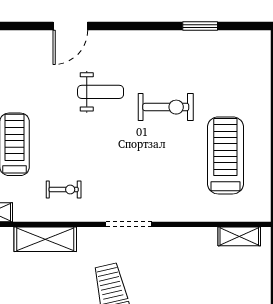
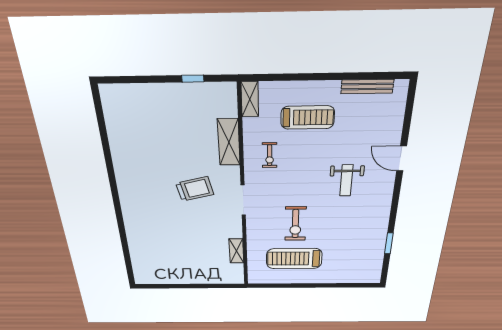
exercise bike: (166, 107) -> (295, 224), moved
treadmill: (225, 155) -> (294, 259), turned 180
shelving: (239, 236) -> (236, 251), moved

